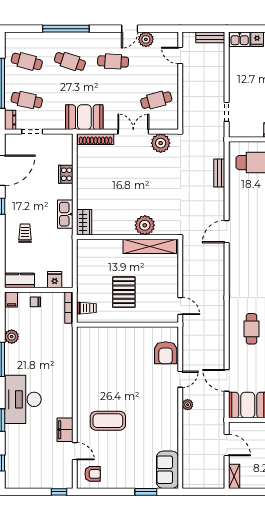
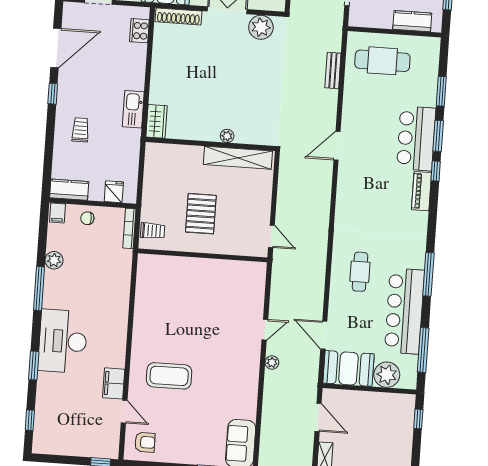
cooker: (66, 174) -> (139, 31), moved
plant: (145, 225) -> (227, 136), width x0.53, depth x0.53
armchair: (166, 353) -> (249, 295), removed

